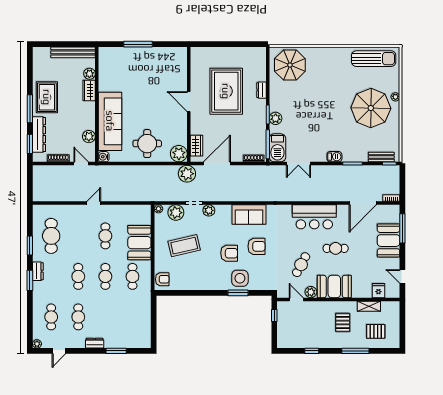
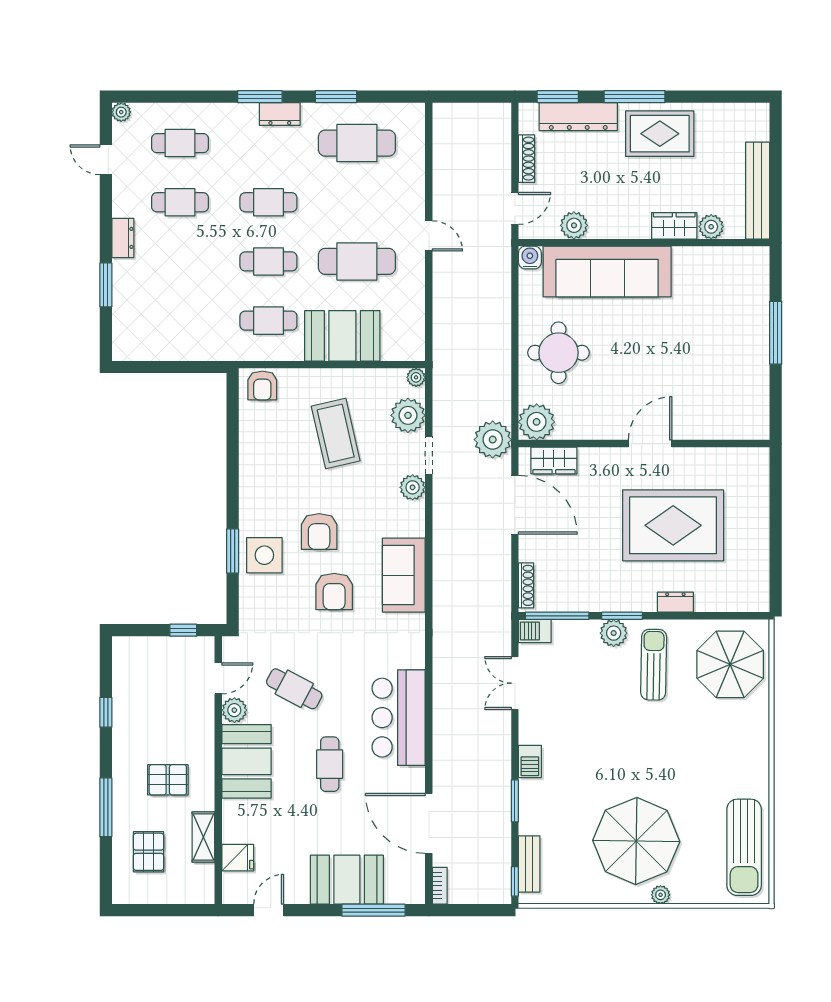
sun lounger: (290, 100) -> (654, 665), added
barbecue: (277, 148) -> (535, 631), width x0.53, depth x0.65
cafe table: (105, 236) -> (357, 261), width x1.37, depth x1.35

